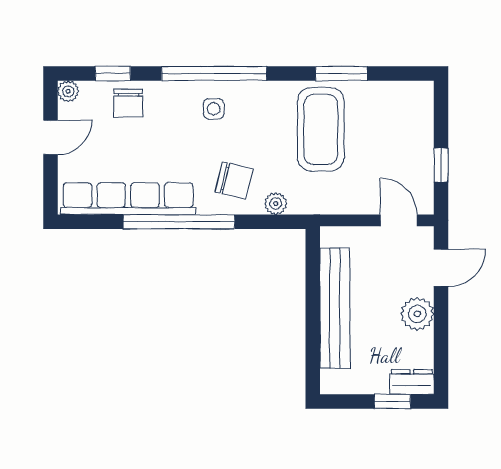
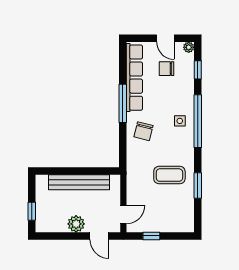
chair: (128, 103) -> (166, 69), moved
coffee table: (321, 129) -> (169, 175), width x0.73, depth x0.76
plant: (276, 204) -> (132, 152), removed
window: (179, 222) -> (123, 103), width x0.68
dresser: (412, 382) -> (42, 221), removed

